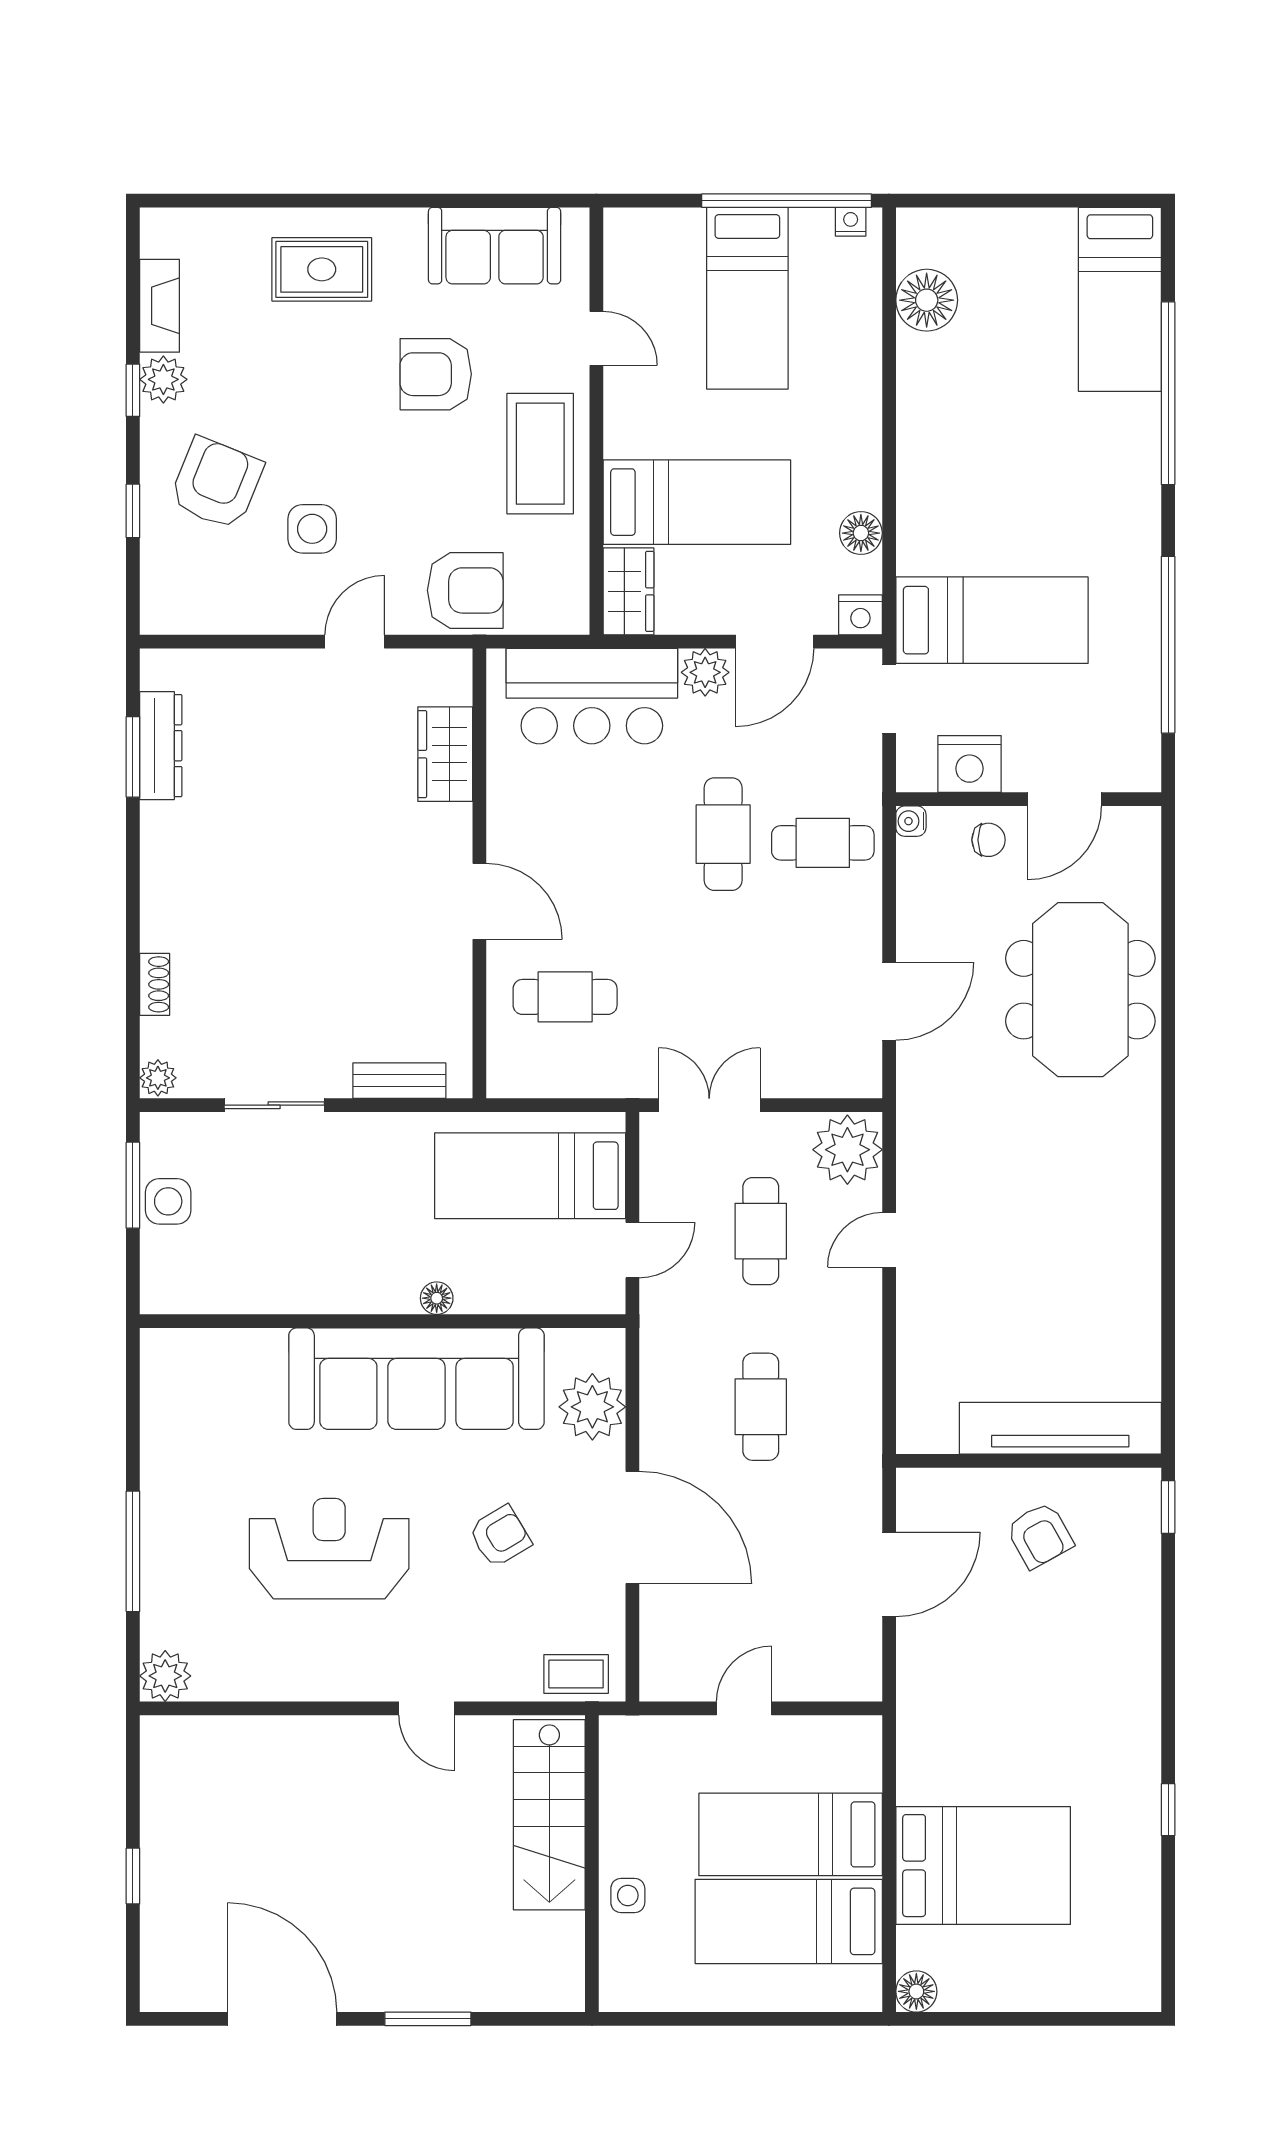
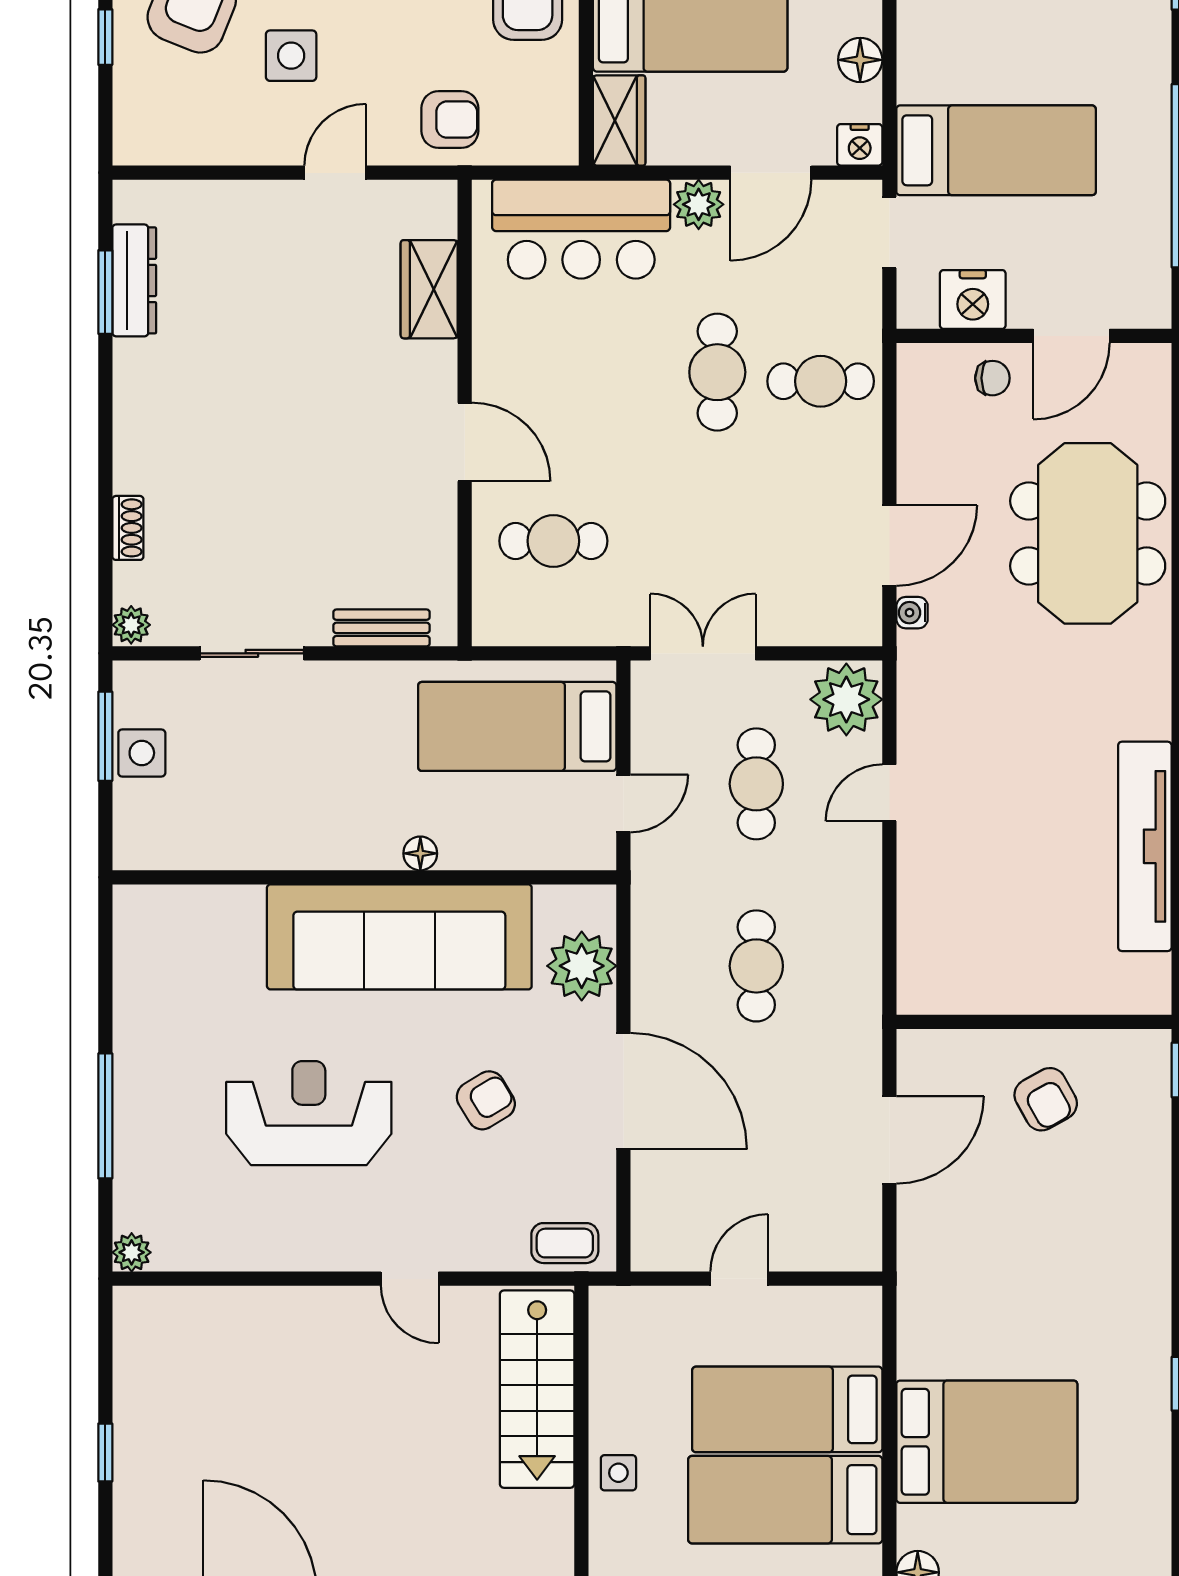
armchair: (465, 590) -> (450, 120), width x0.72, depth x0.72
water cooler: (911, 821) -> (912, 613), moved
tv unit: (1060, 1428) -> (1145, 846), moved, turned -90
plant: (165, 1676) -> (132, 1252), width x0.73, depth x0.73

